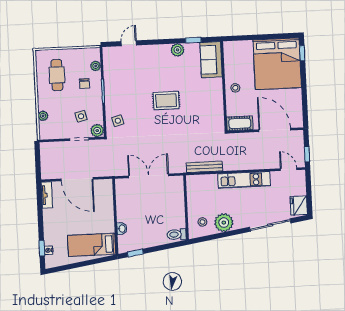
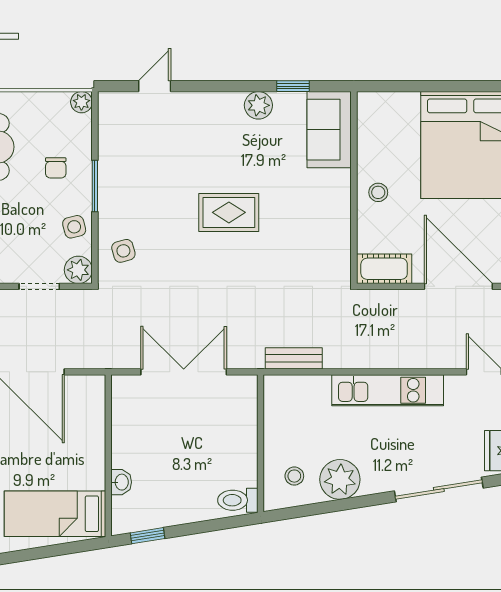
plant: (96, 66) -> (81, 102), moved
side table: (81, 116) -> (74, 227), moved
bench: (204, 167) -> (294, 358), width x0.73

